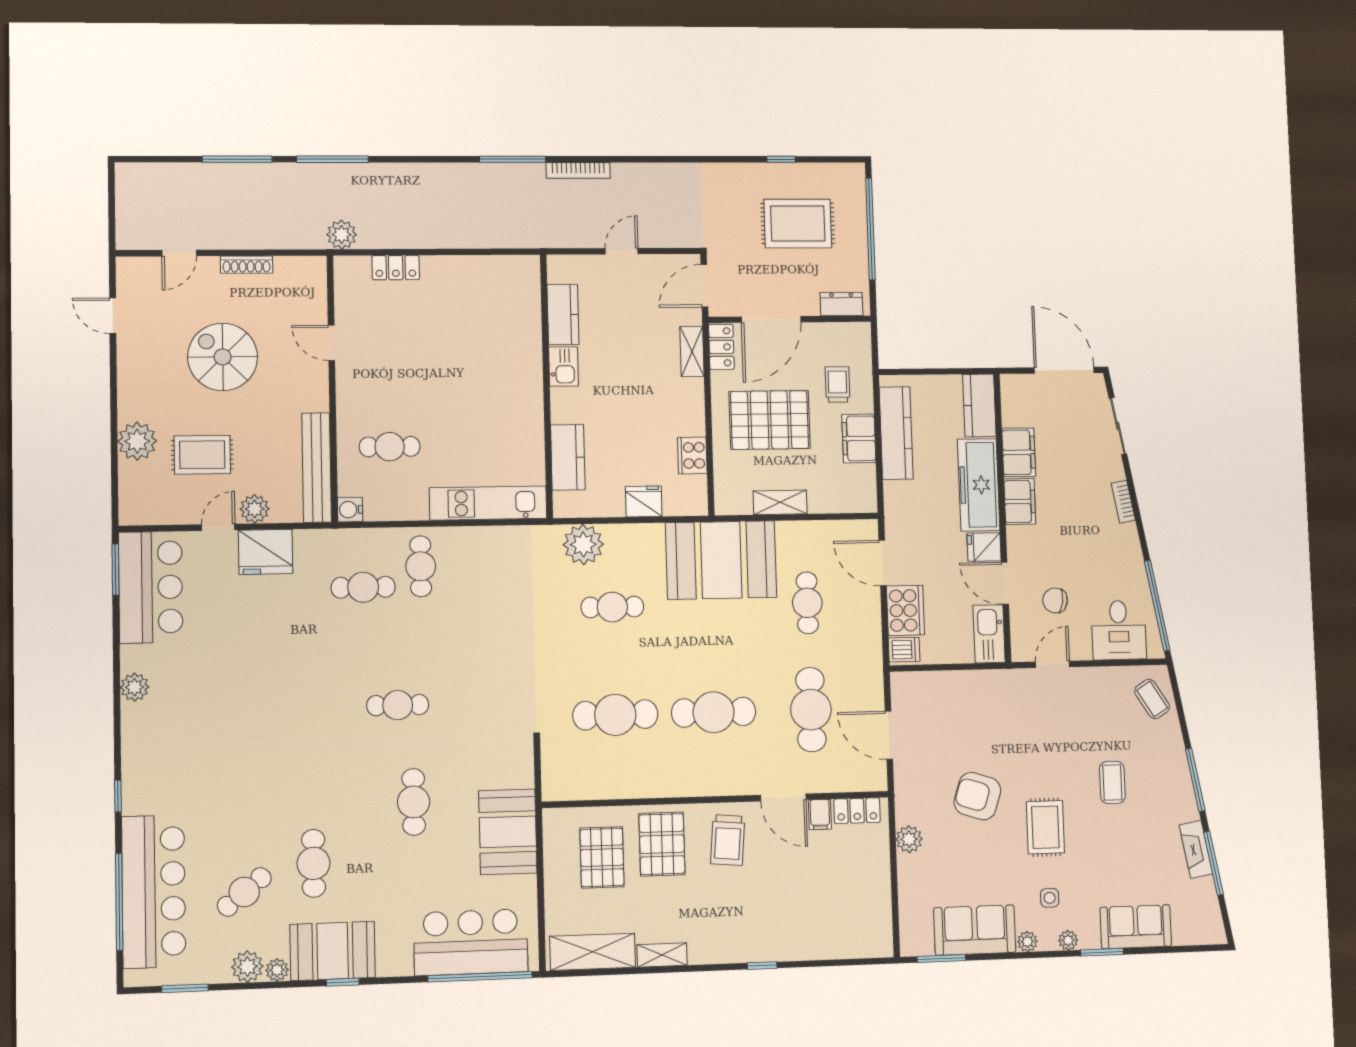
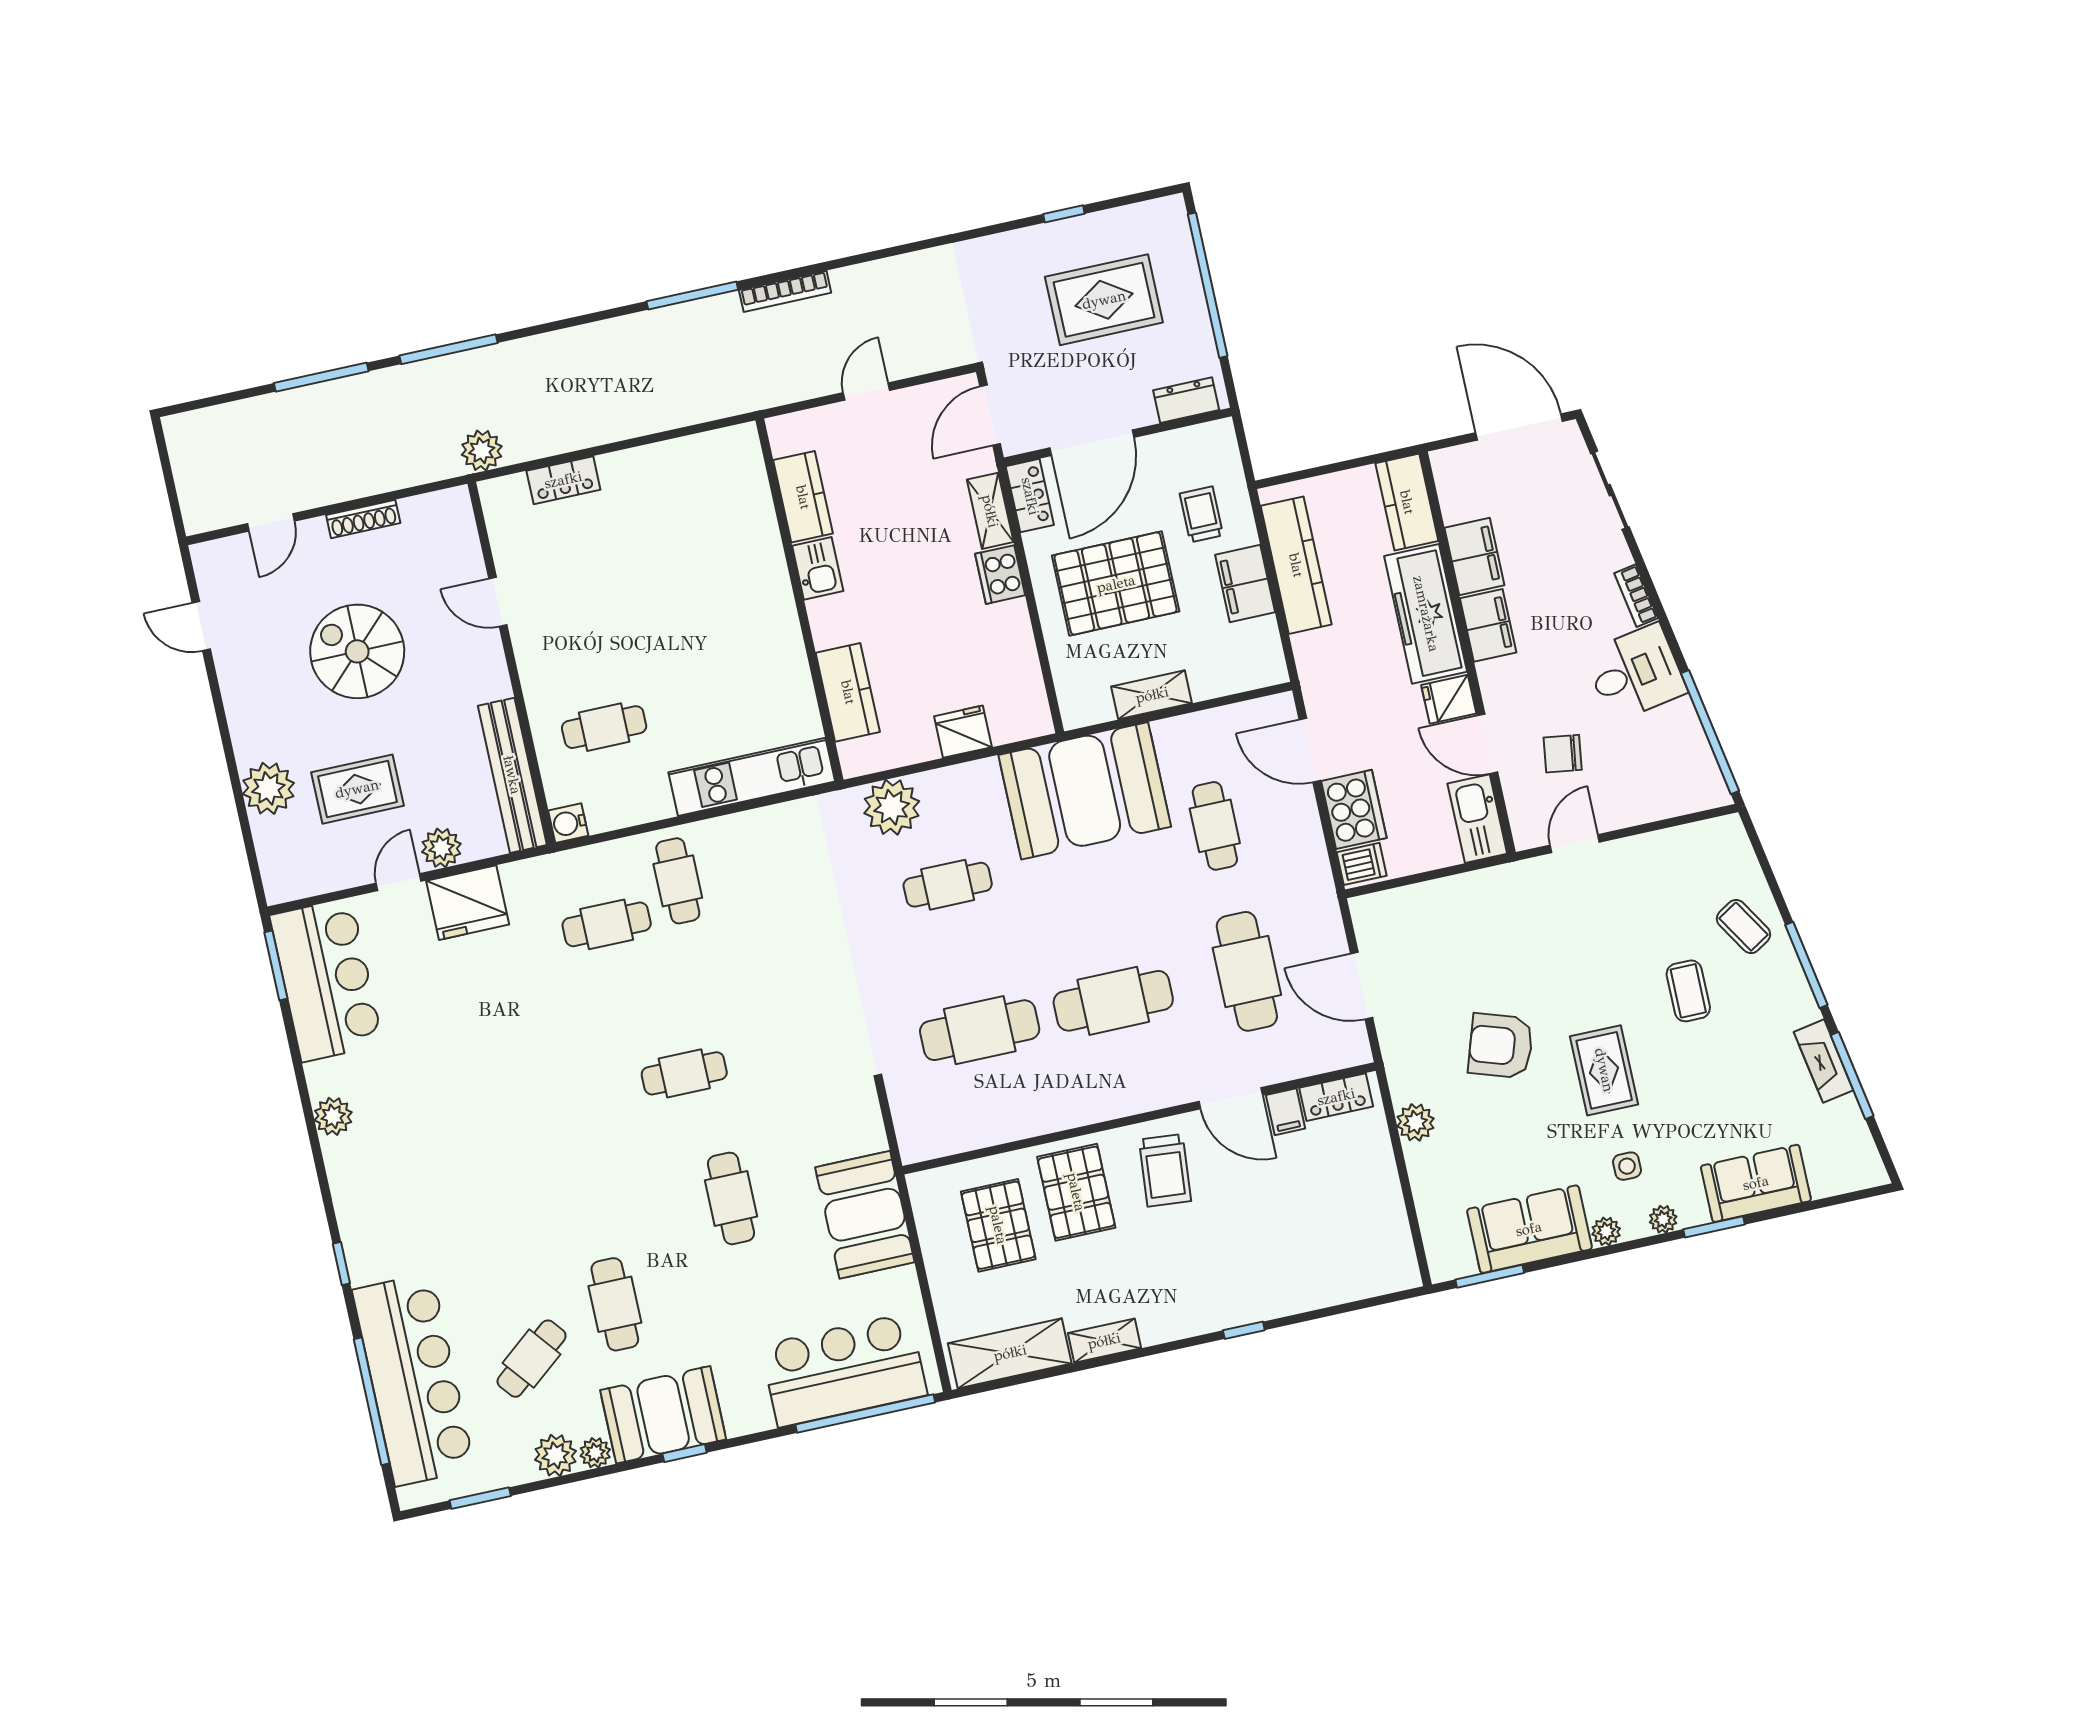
cooker: (692, 455) -> (1000, 575), moved
desk: (1119, 630) -> (1635, 673), moved, turned -100
coffee table: (1152, 699) -> (1744, 927), moved

